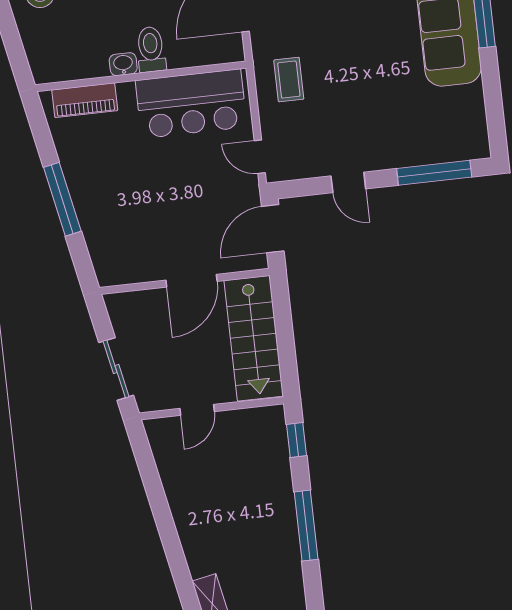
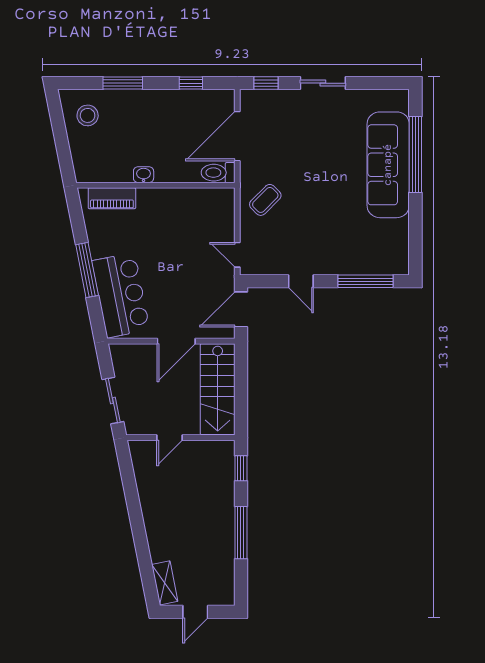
toilet: (151, 49) -> (218, 173), moved, turned -90
coffee table: (289, 80) -> (265, 200), turned 45
bar counter: (191, 104) -> (121, 295), moved, turned -101

